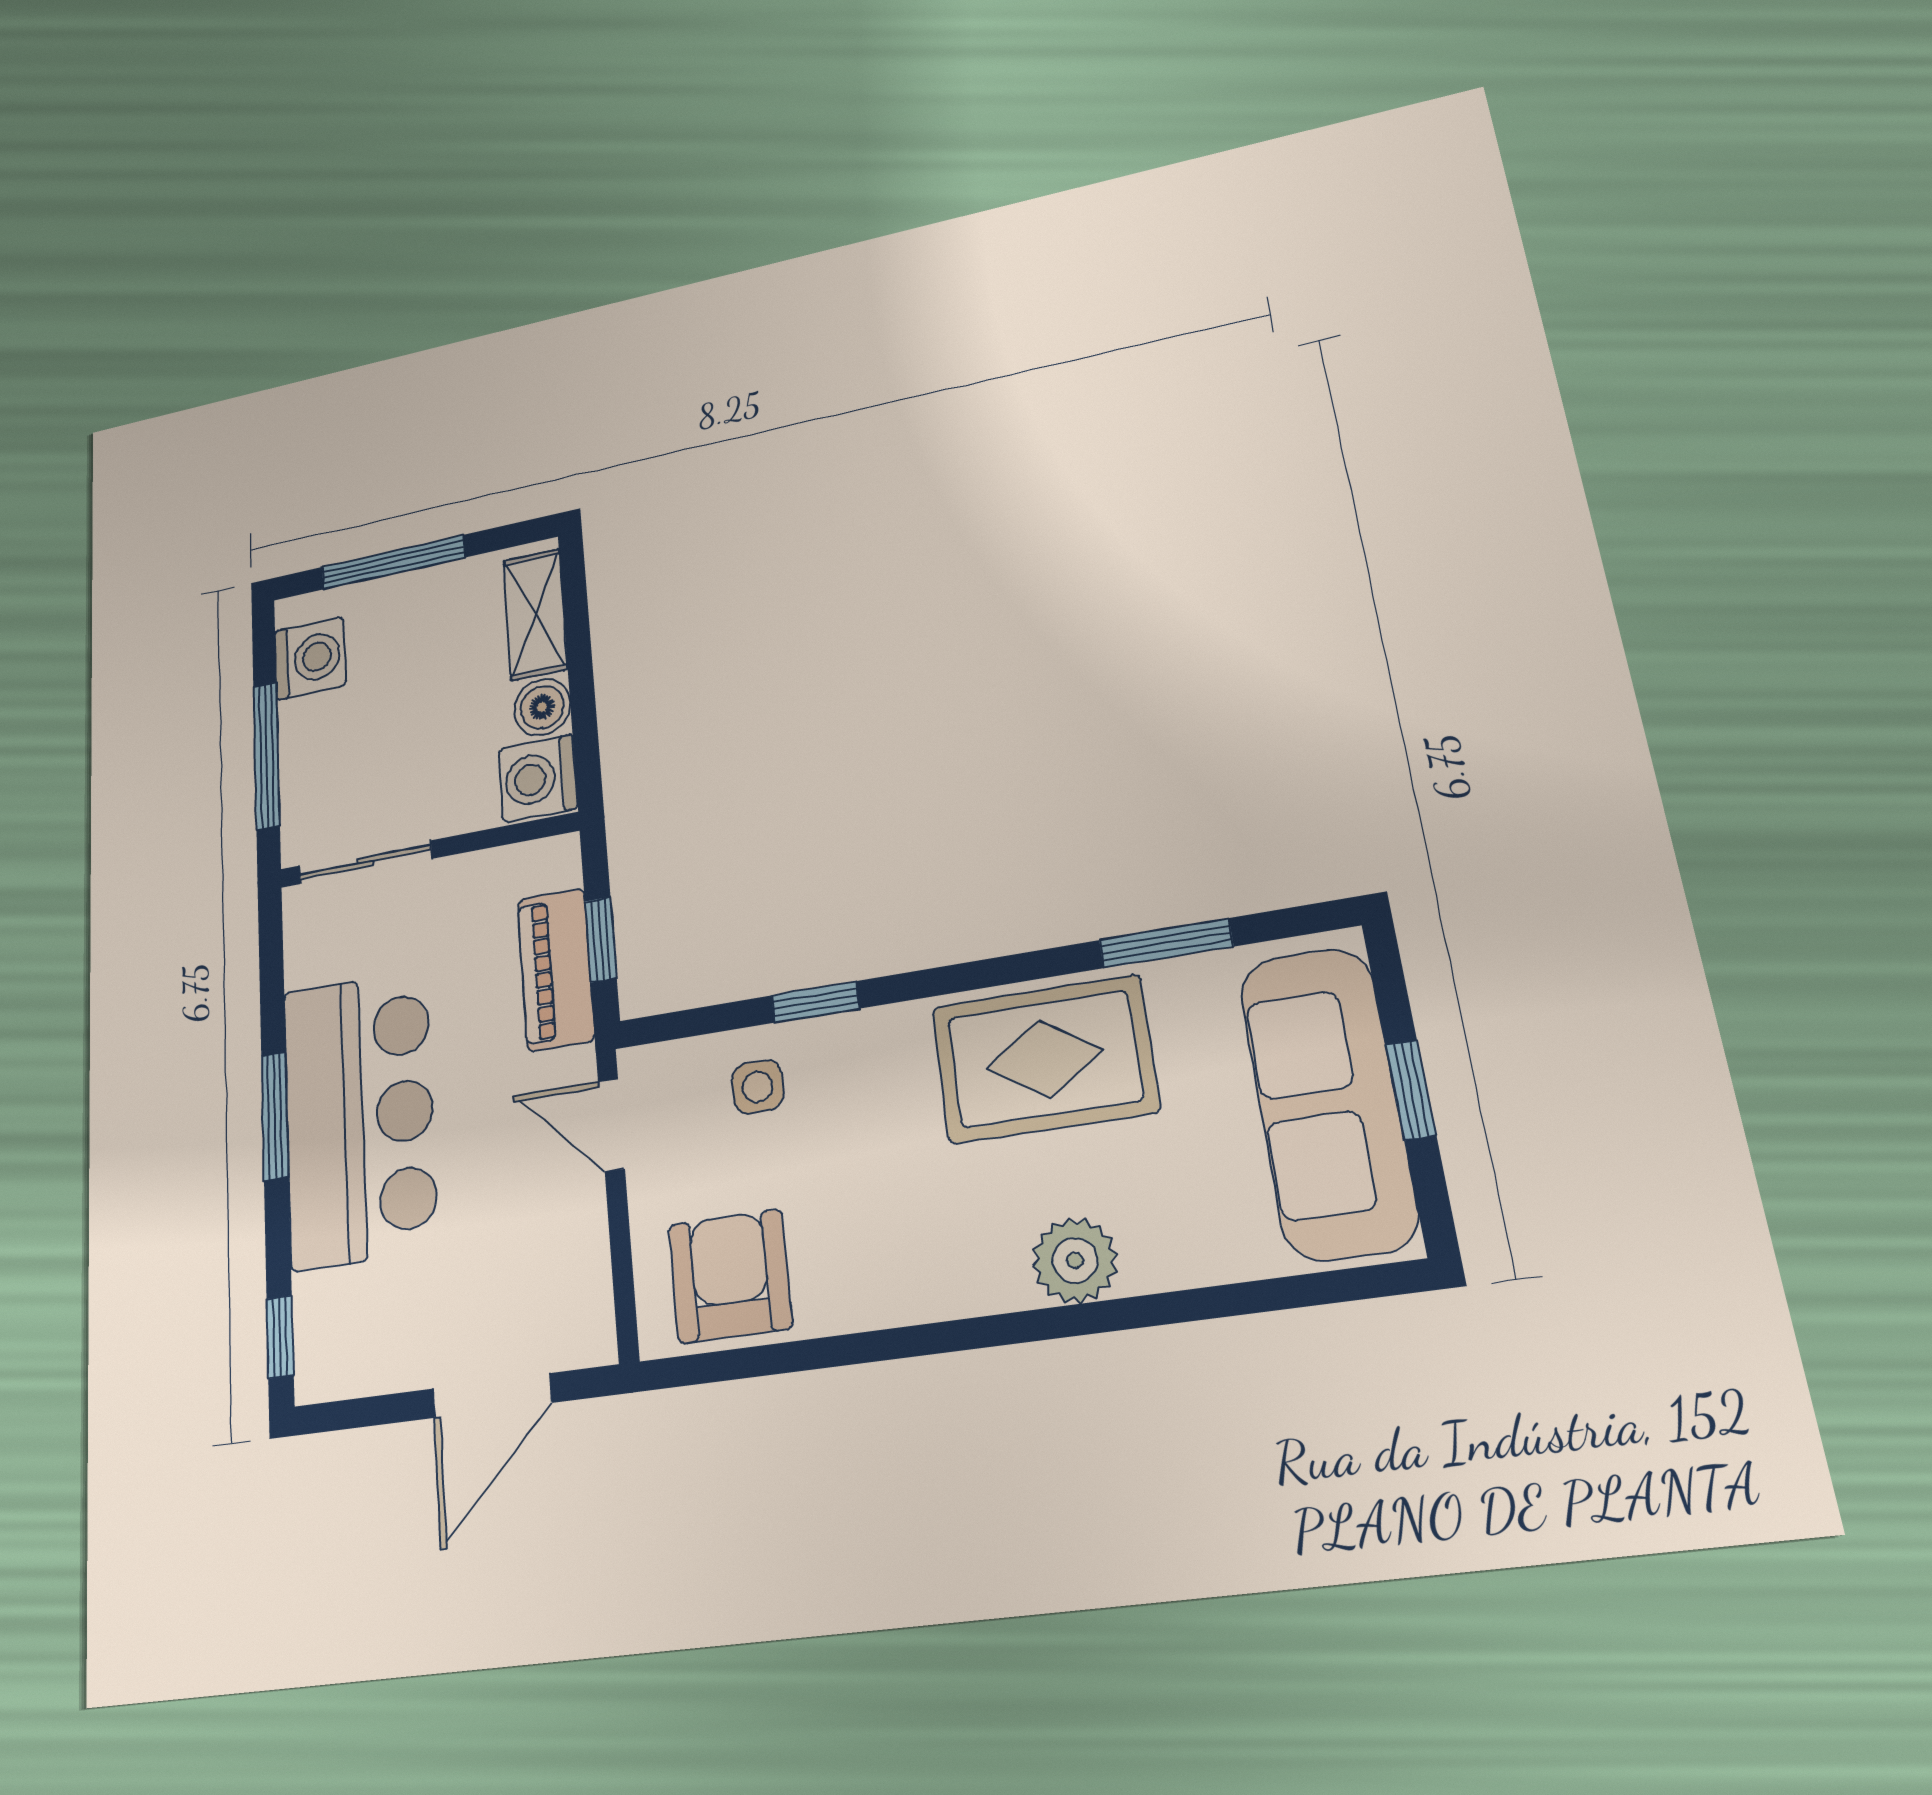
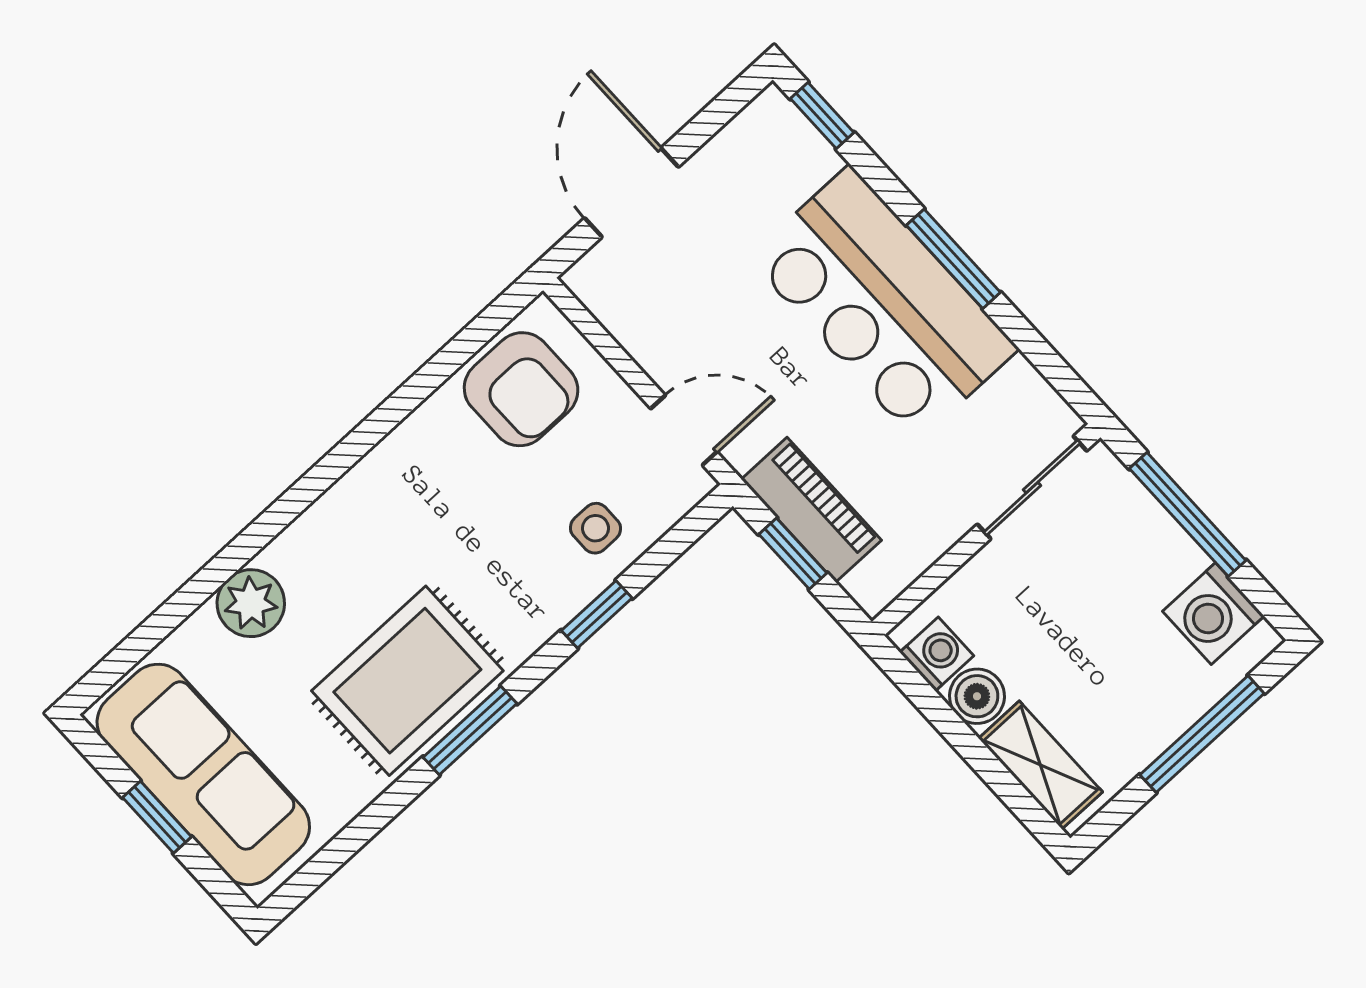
washing machine: (538, 778) -> (937, 654), width x0.73, depth x0.73
window: (1166, 943) -> (470, 730), moved
plant: (1075, 1260) -> (251, 603), moved

